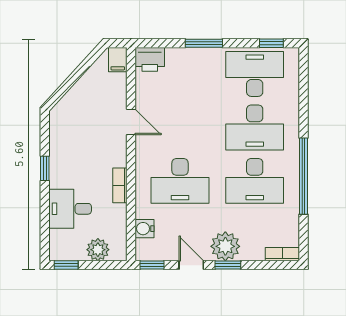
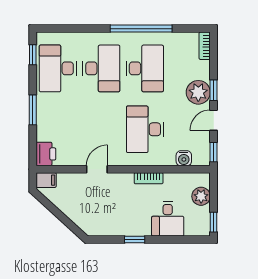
desk: (180, 181) -> (145, 129), turned 180

